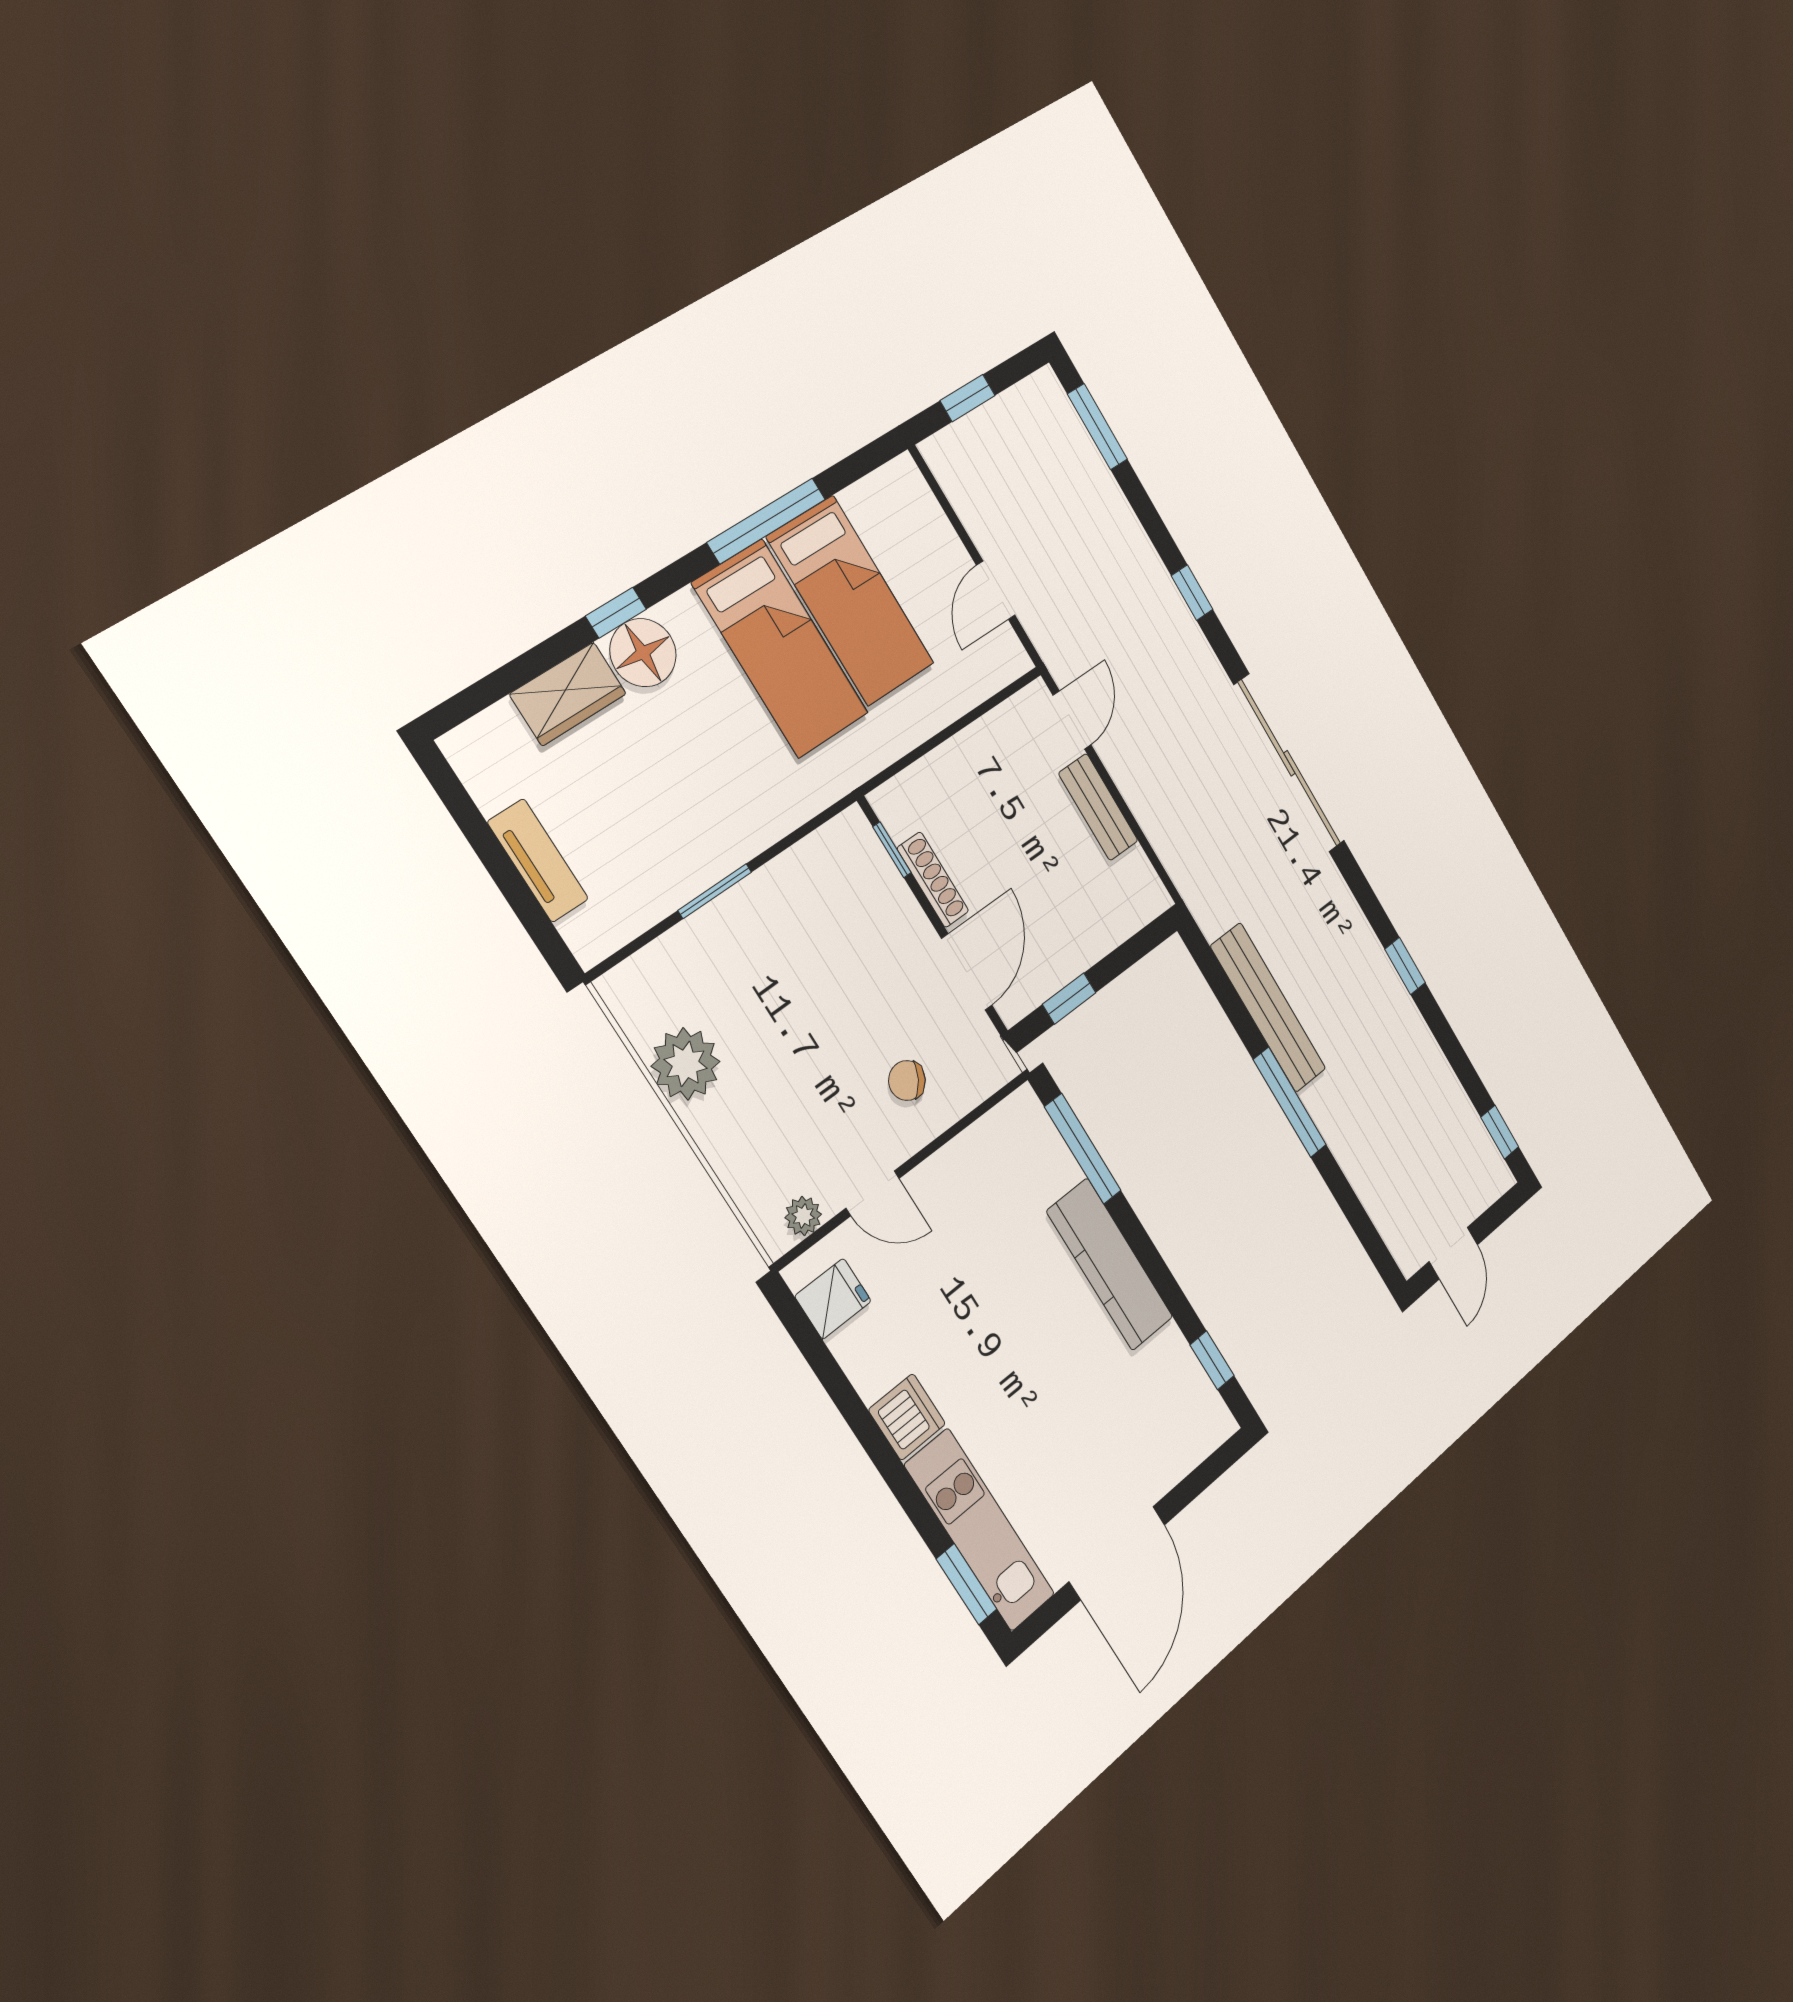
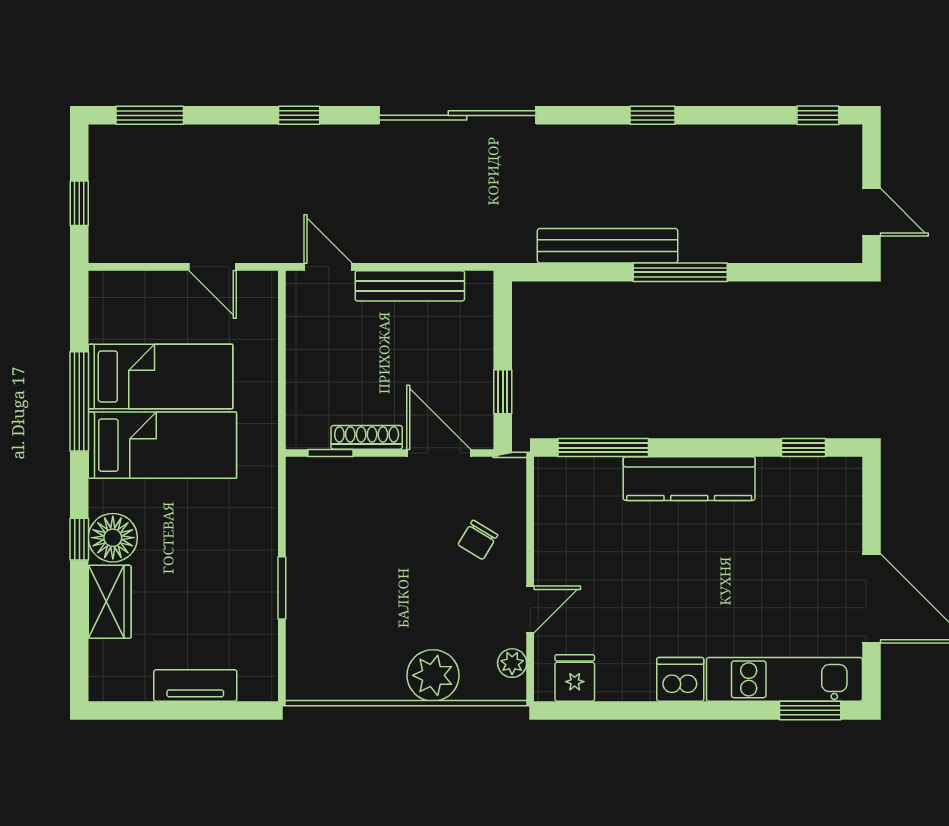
bench: (1098, 807) -> (410, 286), width x1.36
plant: (686, 1064) -> (433, 675), moved

